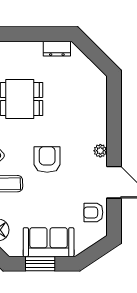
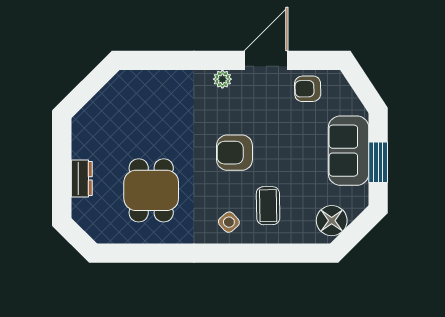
dresser: (57, 49) -> (82, 178), moved
armchair: (93, 212) -> (308, 89), turned 89

